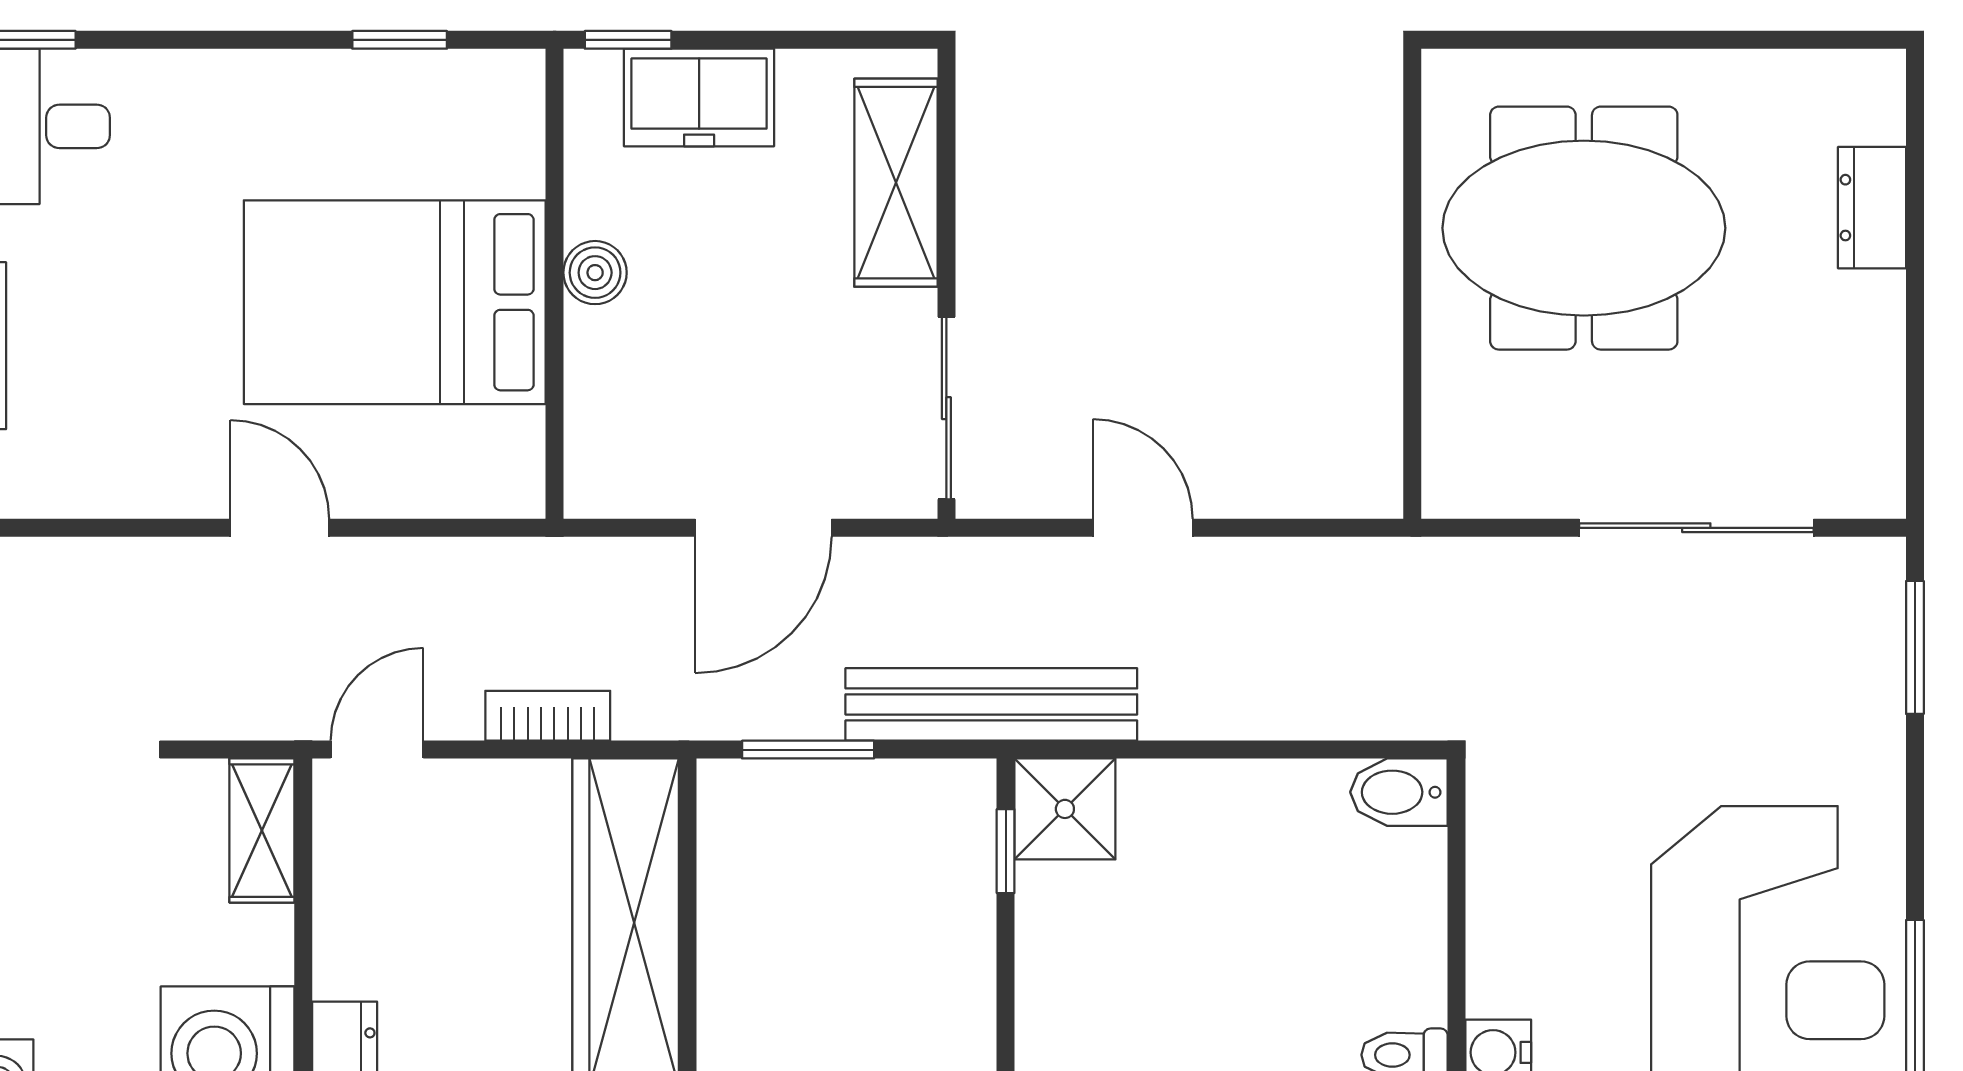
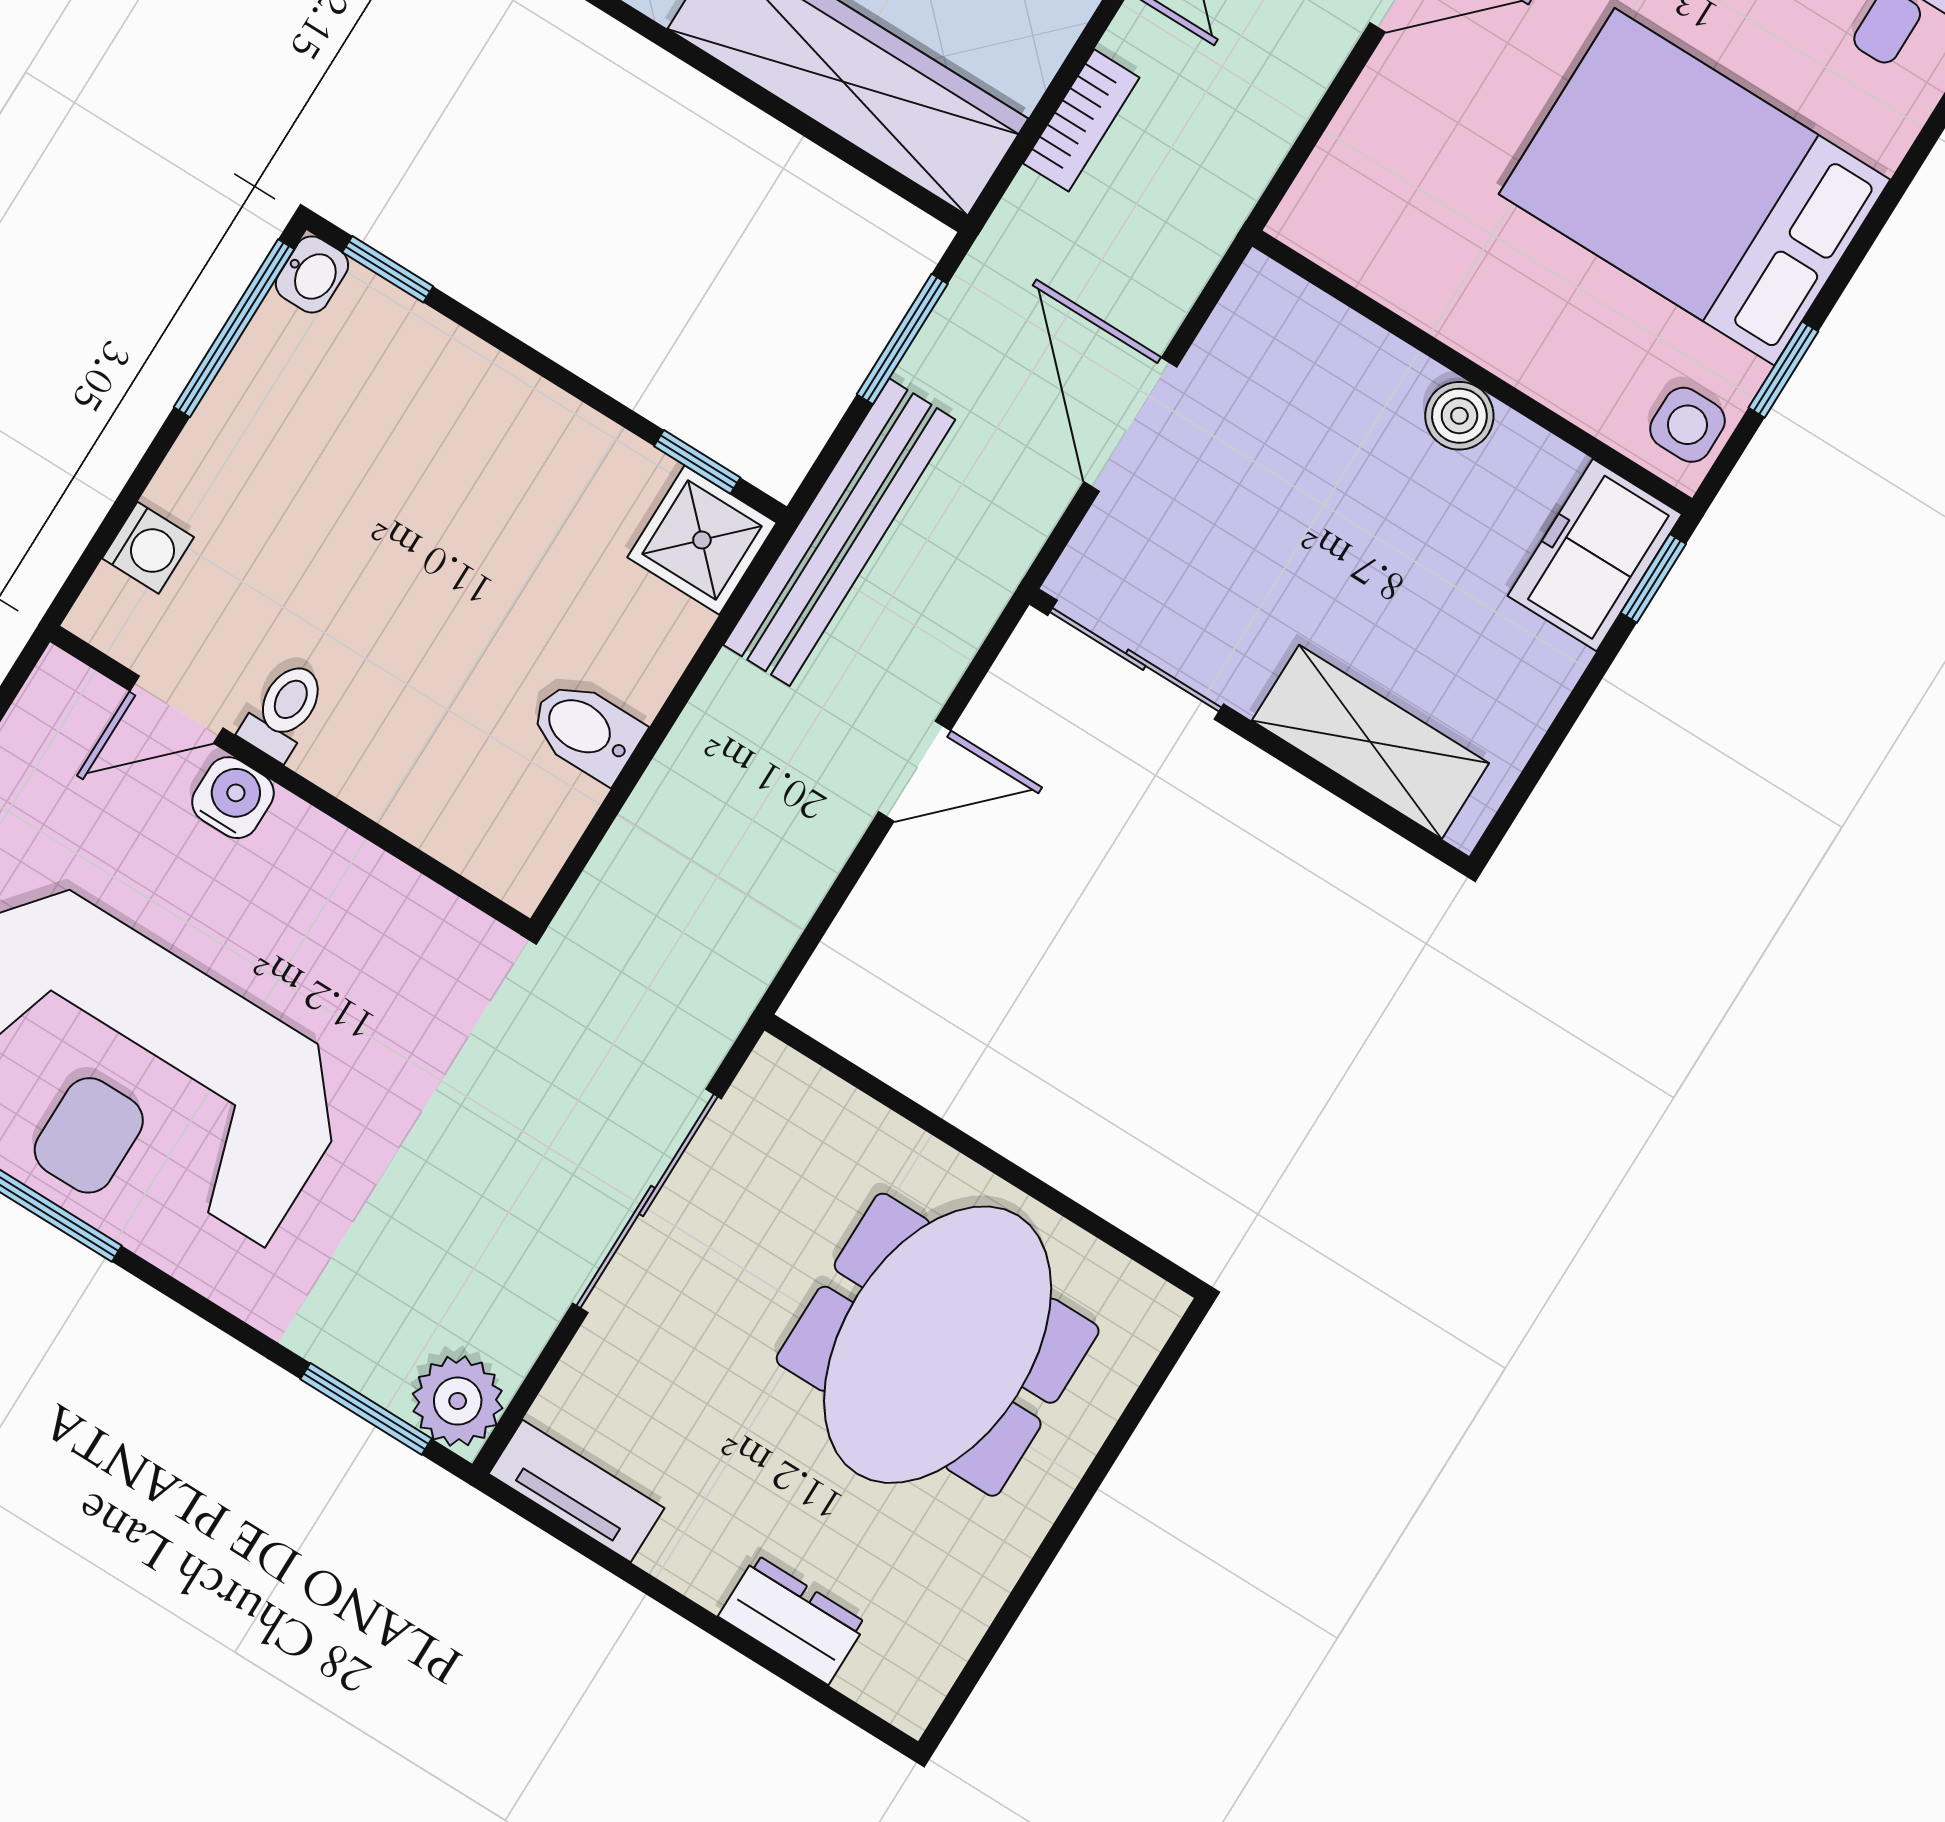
side table: (490, 88) -> (1687, 425), added
freezer: (699, 97) -> (1595, 555), moved
bed: (395, 302) -> (1694, 187), moved, turned -90
tv unit: (1876, 441) -> (576, 1491), added
sliding door: (1696, 528) -> (647, 1201), moved
plant: (1864, 579) -> (458, 1401), added
bidet: (1399, 792) -> (586, 730), moved, turned -90

